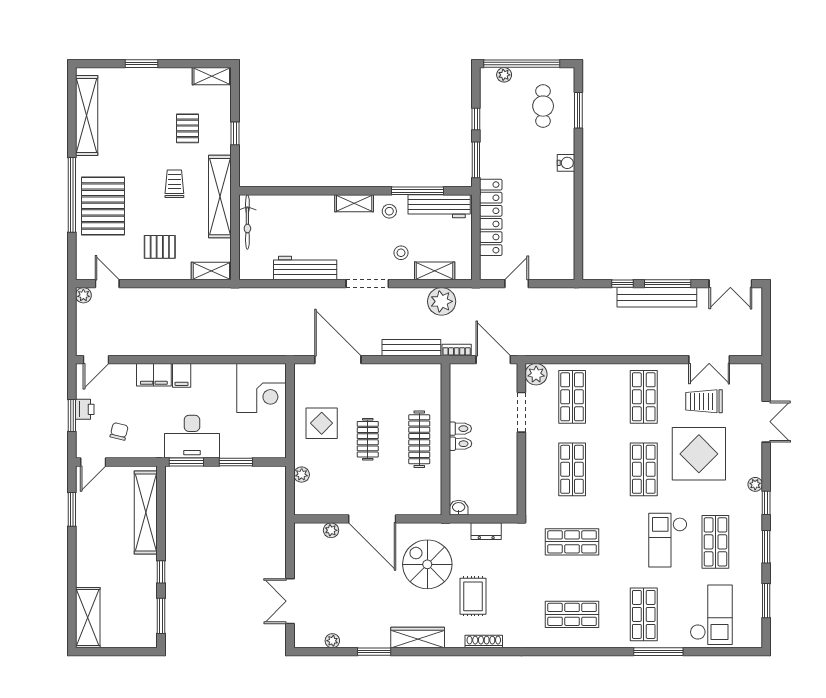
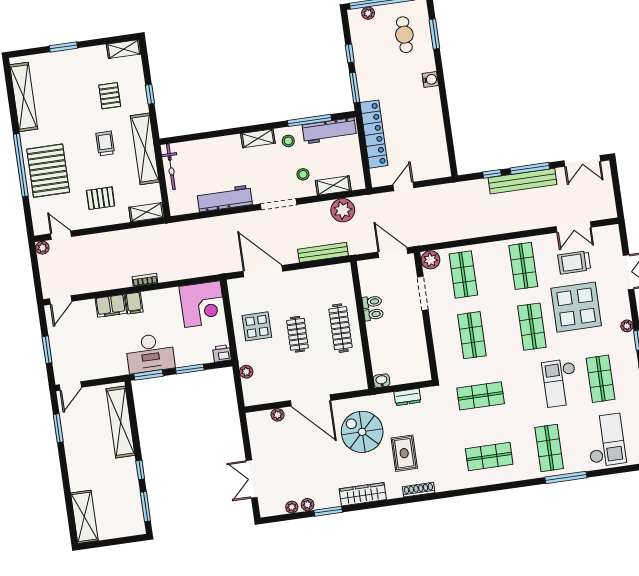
bookcase: (457, 350) -> (145, 280), moved
printer: (85, 409) -> (222, 353), moved, turned -90
chair: (119, 431) -> (88, 357), removed
toilet: (460, 444) -> (372, 302), moved
plant: (351, 641) -> (308, 505), added

